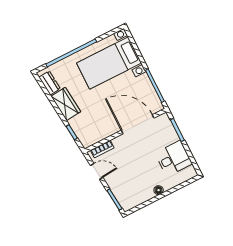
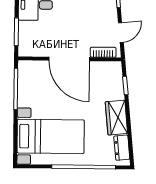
door: (138, 124) -> (69, 59), moved
door: (97, 171) -> (121, 32), swing flipped

